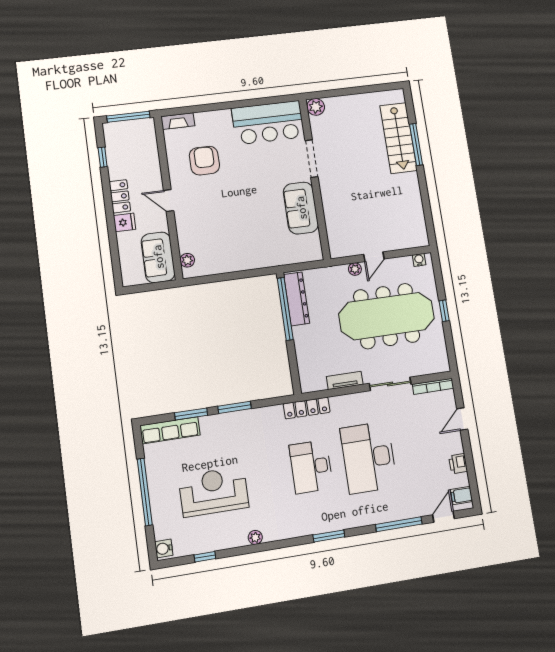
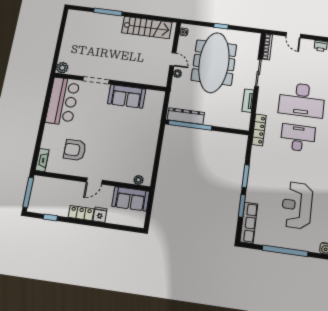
stairs: (399, 138) -> (147, 27), moved
desk: (311, 467) -> (298, 138), turned 180

